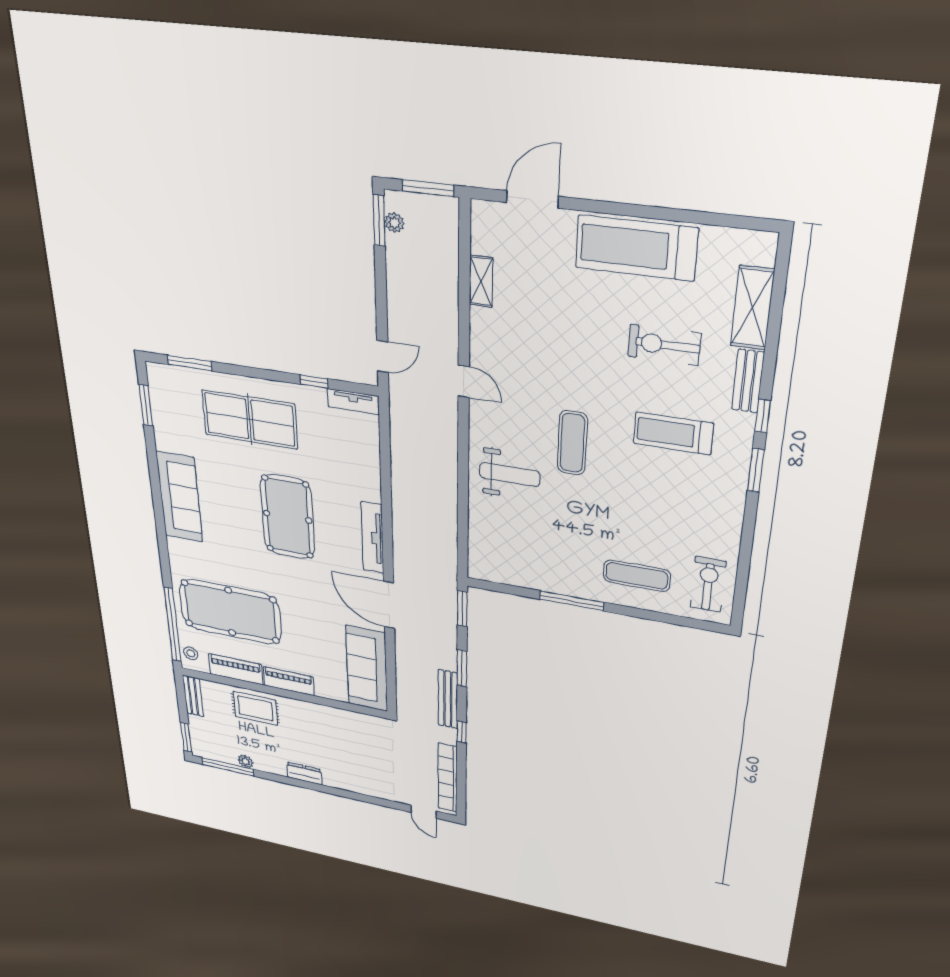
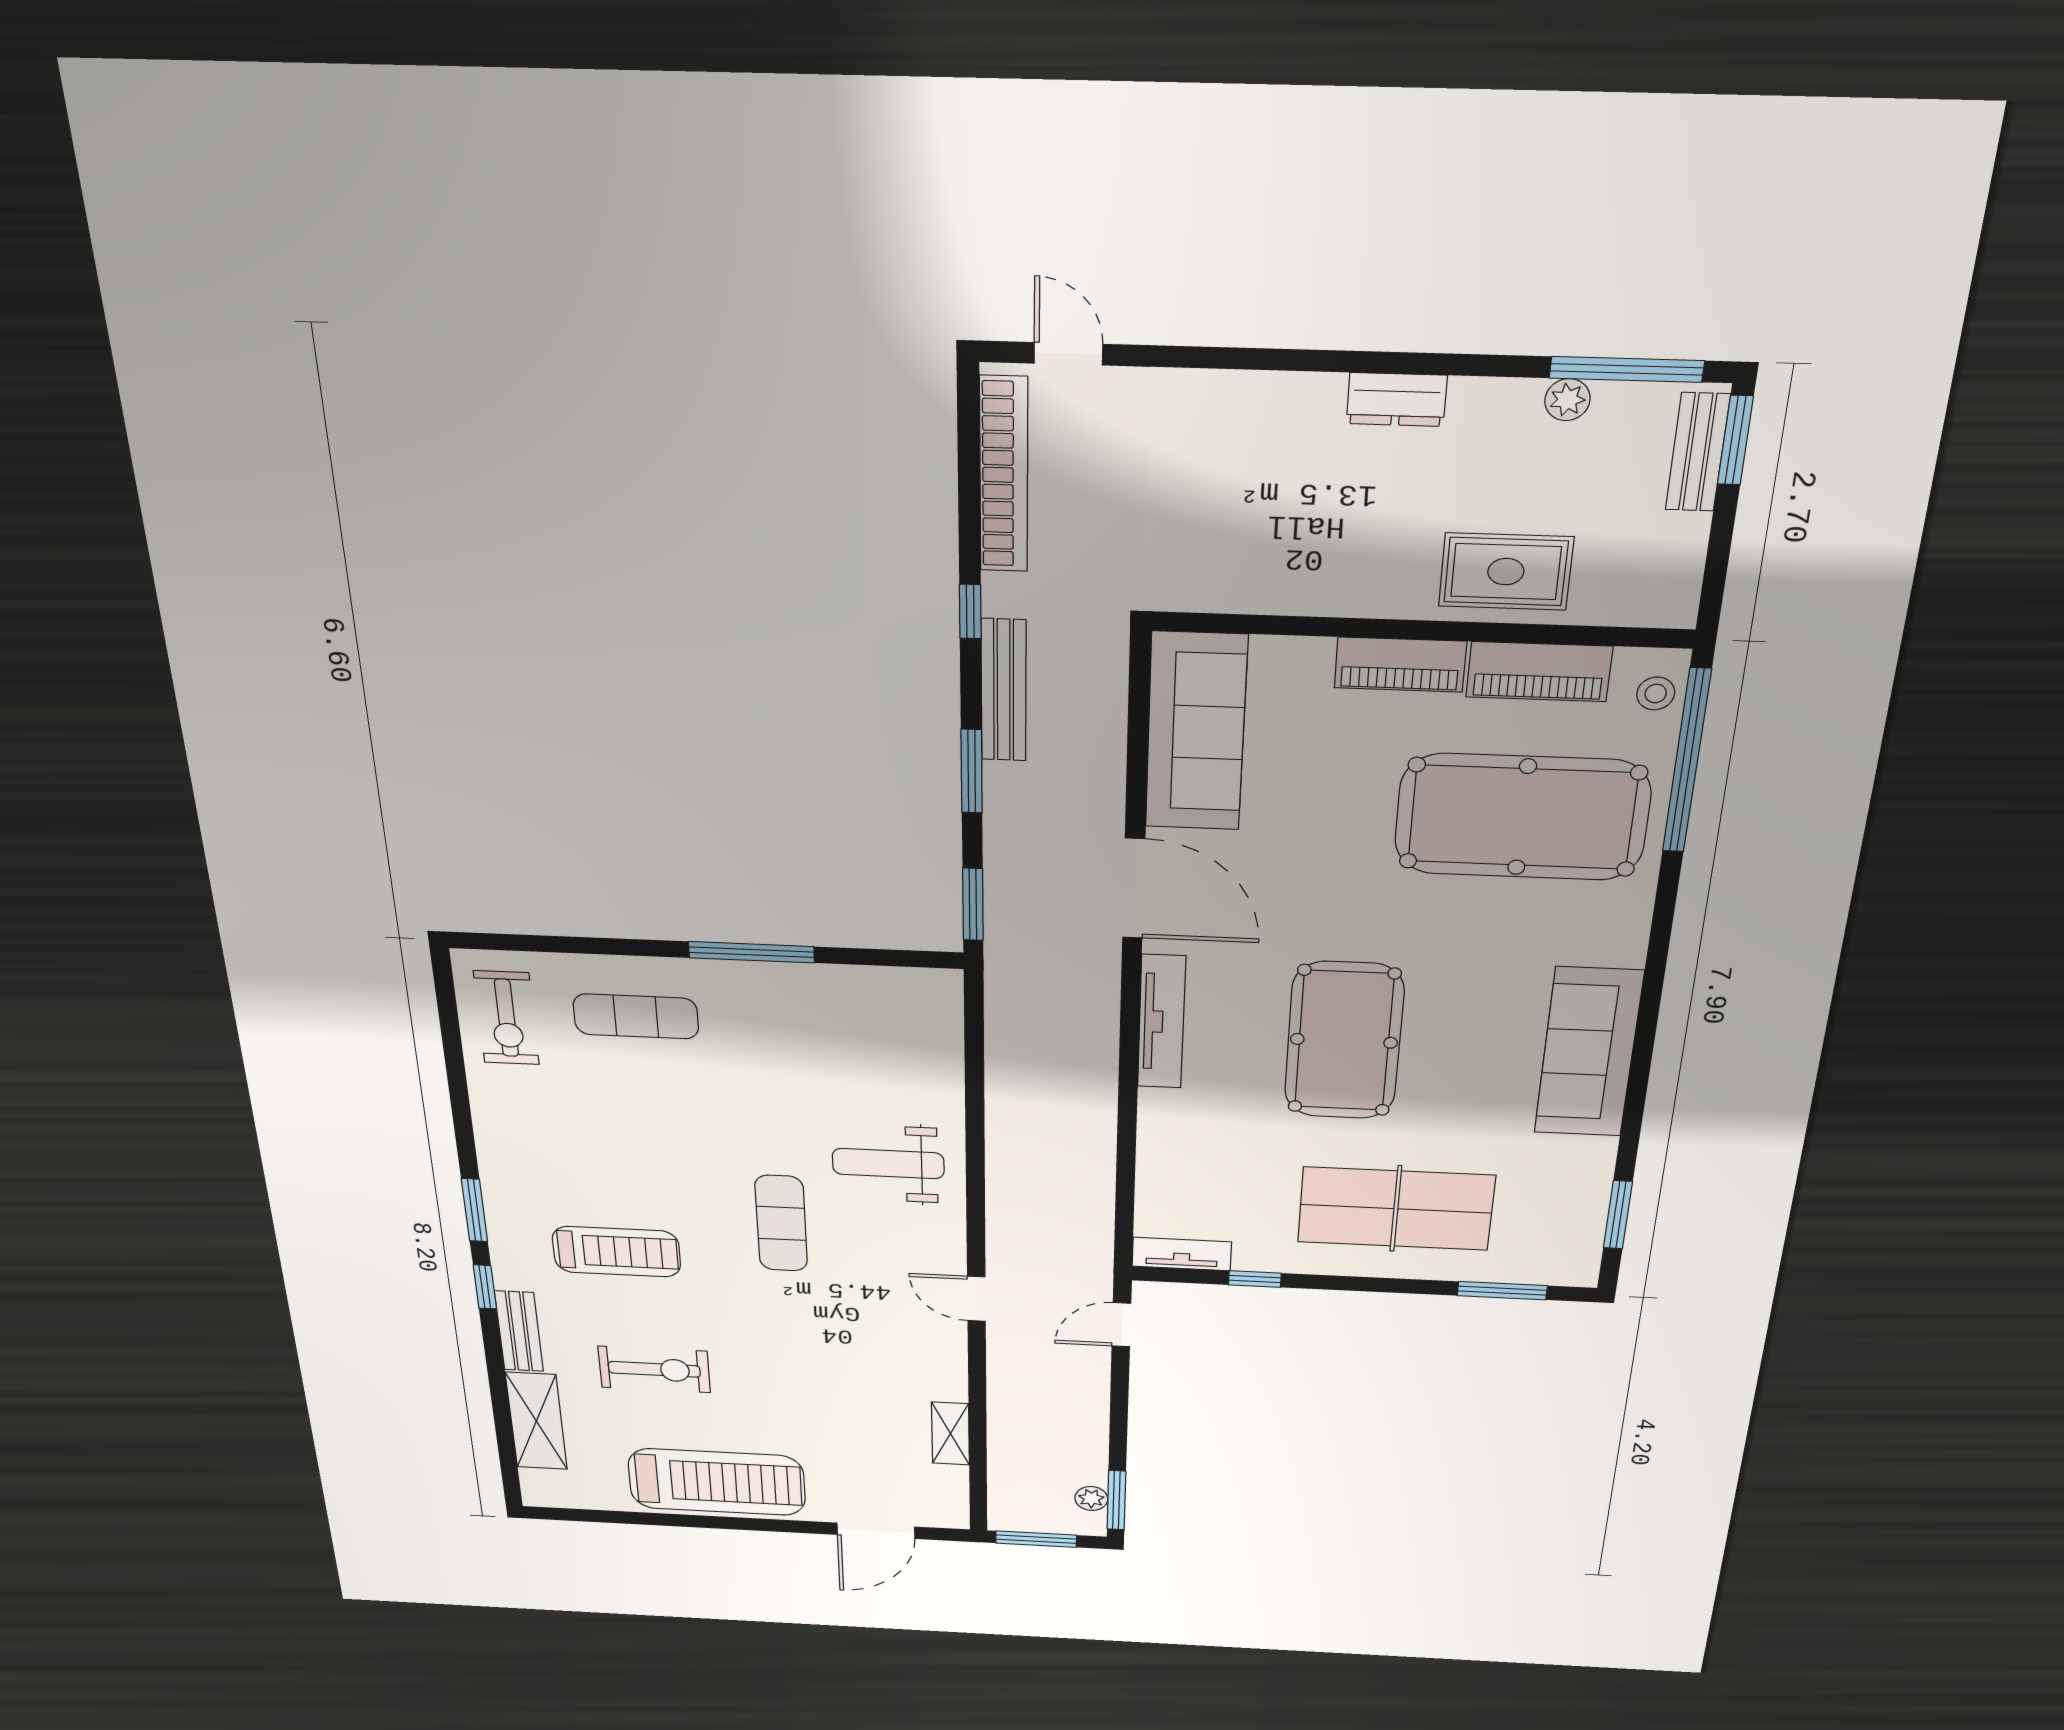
bench: (193, 696) -> (1698, 452), moved

